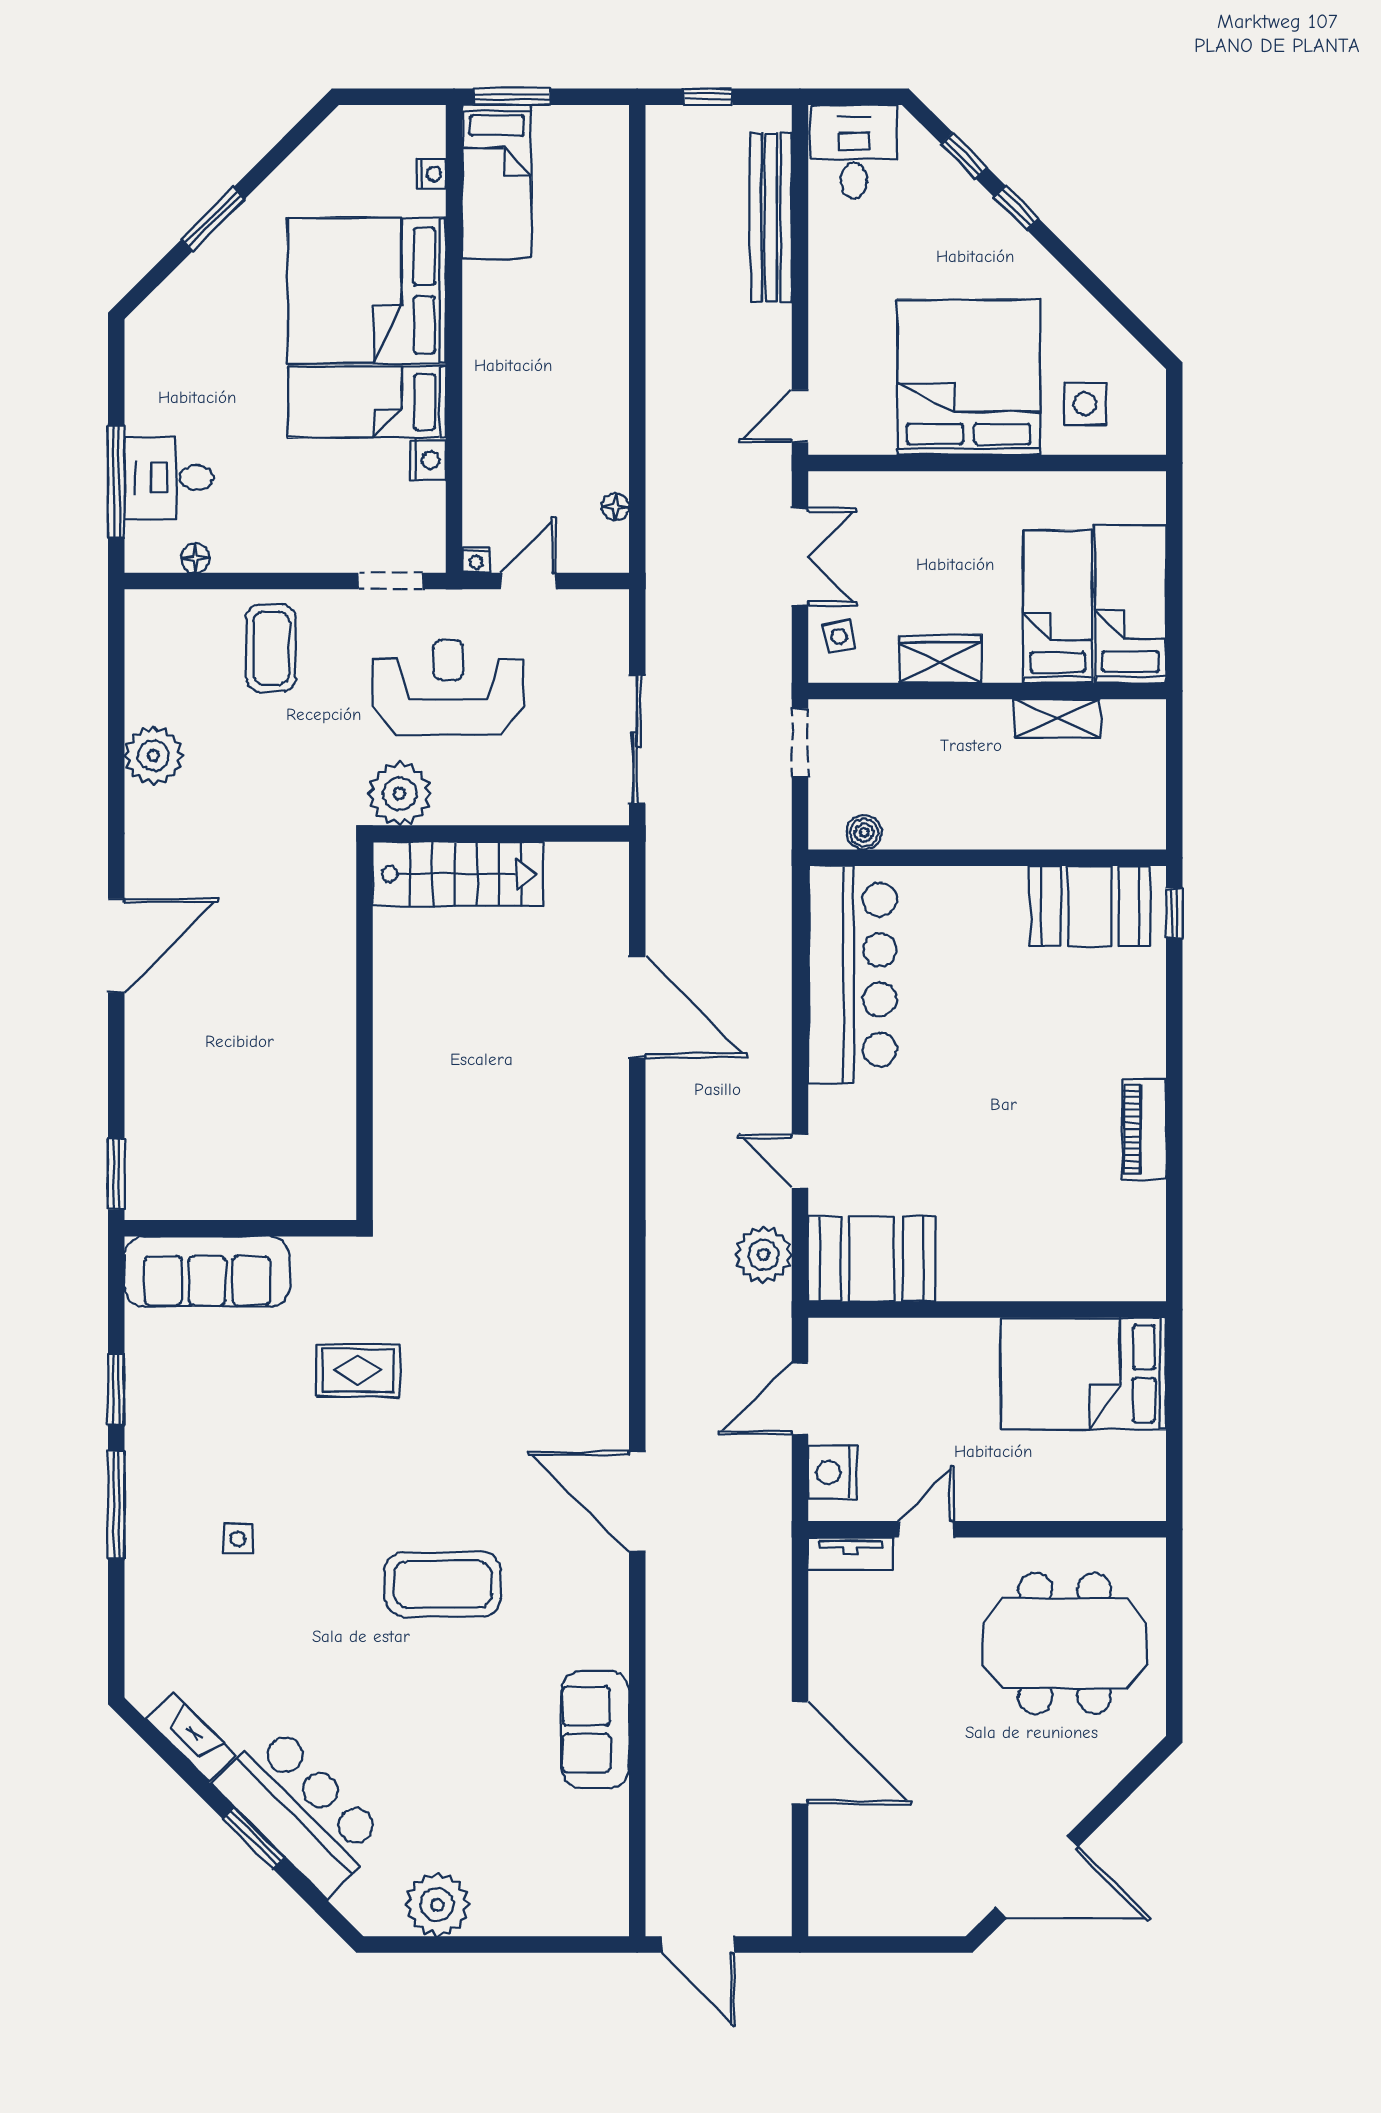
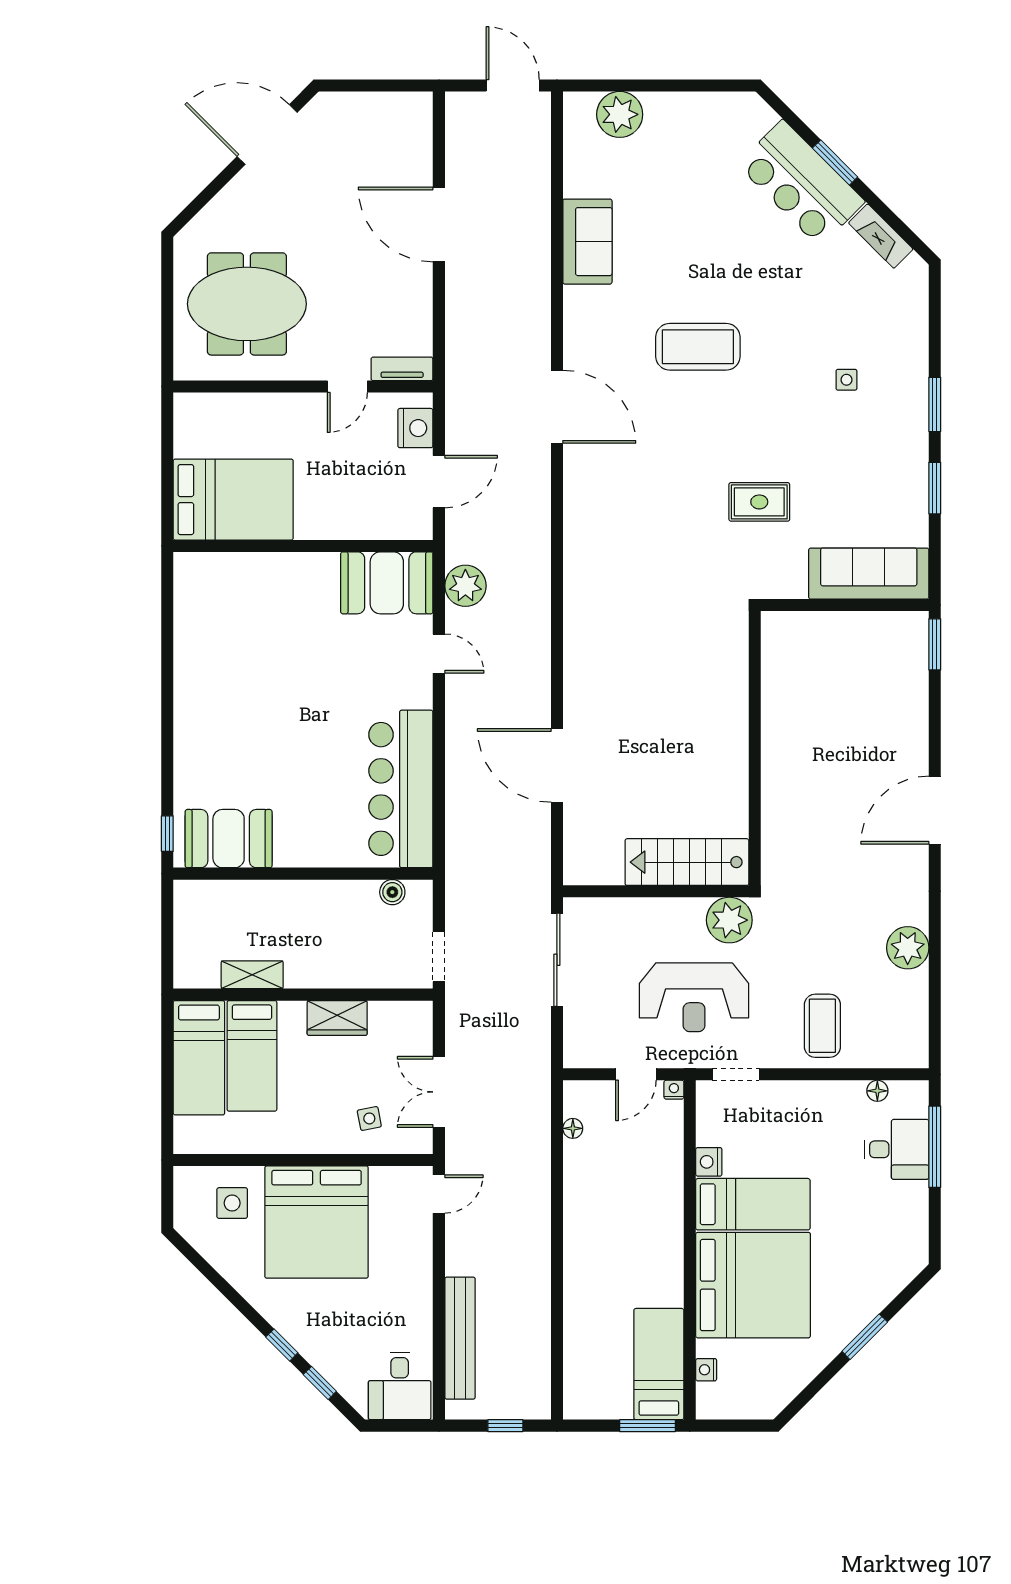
side table: (839, 636) -> (369, 1118), moved
piano: (1144, 1129) -> (189, 677), removed
window: (116, 1505) -> (935, 404), width x0.69
plant: (437, 1905) -> (620, 114), moved

